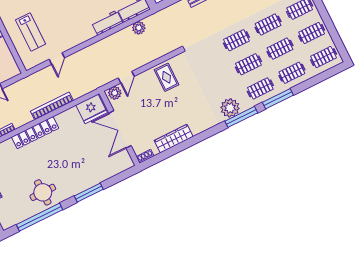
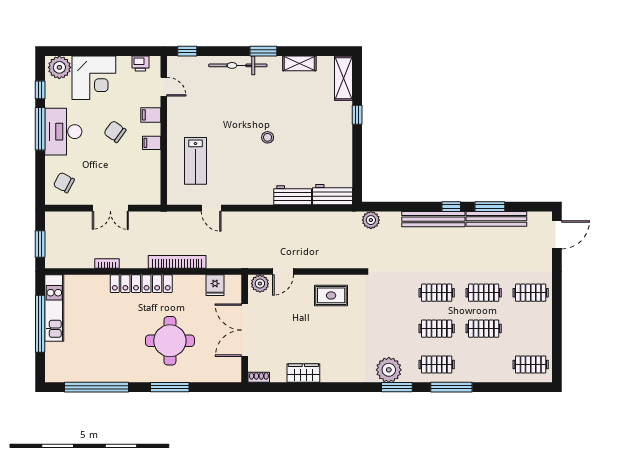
plant: (139, 28) -> (371, 220), moved
clothes rail: (312, 33) -> (531, 329), removed
door: (57, 59) -> (211, 208), hinge flipped
clothes rail: (292, 73) -> (484, 365), removed
rug: (166, 77) -> (331, 295), turned 90
fridge: (91, 109) -> (215, 285), width x0.53, depth x0.75
window: (241, 117) -> (397, 387), width x0.69
wardrobe: (174, 139) -> (303, 373), width x0.67
round table: (43, 192) -> (170, 341), moved, width x1.36, depth x1.36

